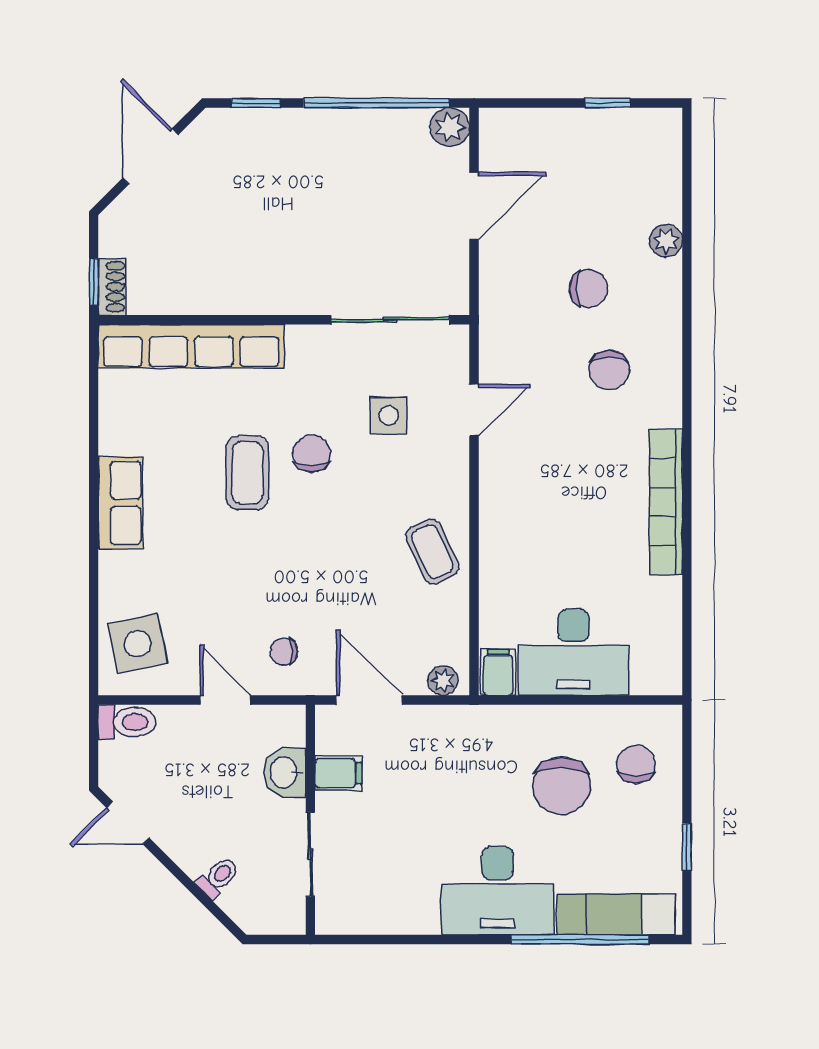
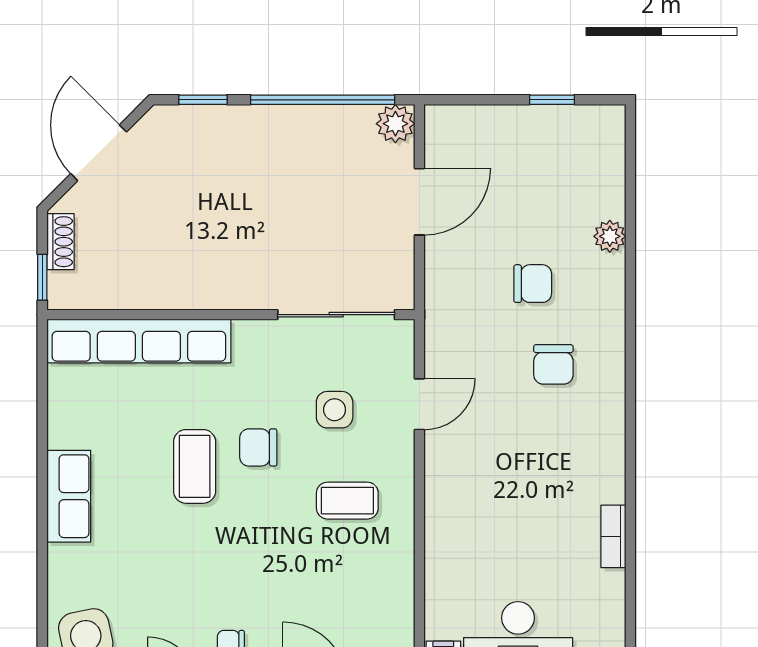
shoe rack: (112, 287) -> (60, 242), moved
chair: (312, 454) -> (258, 447), turned -90
bookcase: (666, 502) -> (613, 536), width x0.43, depth x0.76
coffee table: (432, 551) -> (347, 501), moved, turned -65

